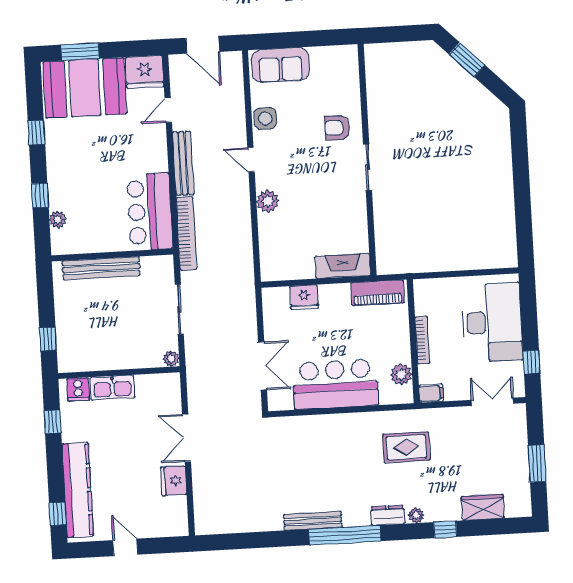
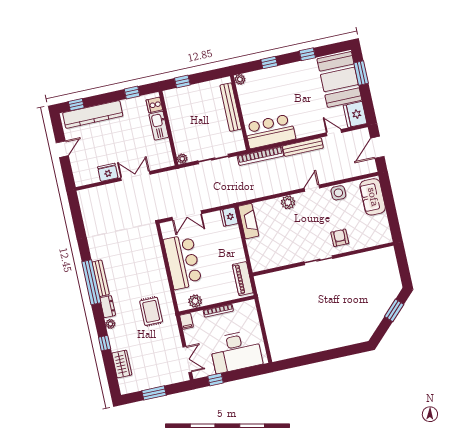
plant: (58, 219) -> (240, 79), moved
fireplace: (343, 266) -> (248, 221), moved
fridge: (304, 297) -> (229, 217), moved
bench: (313, 521) -> (101, 278), moved

